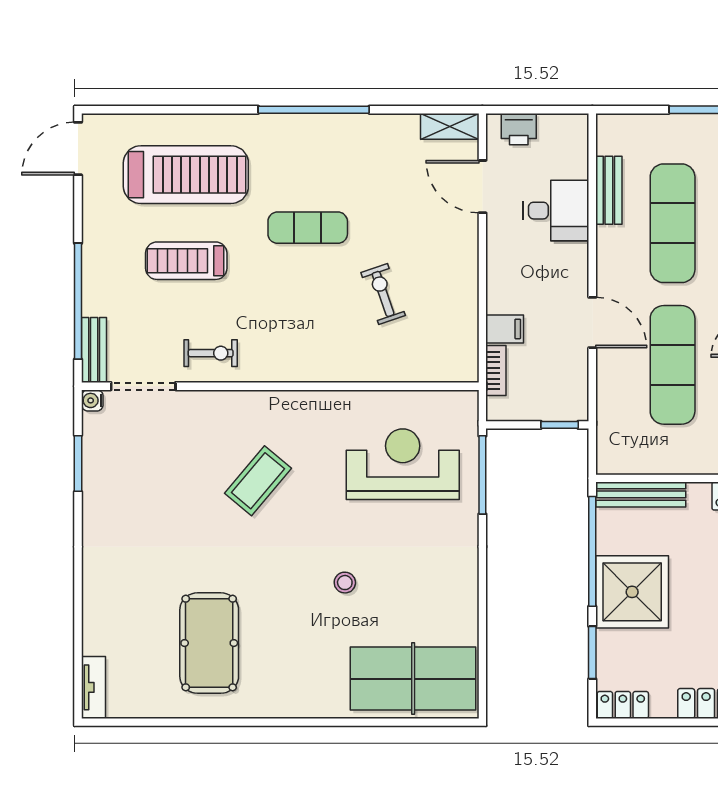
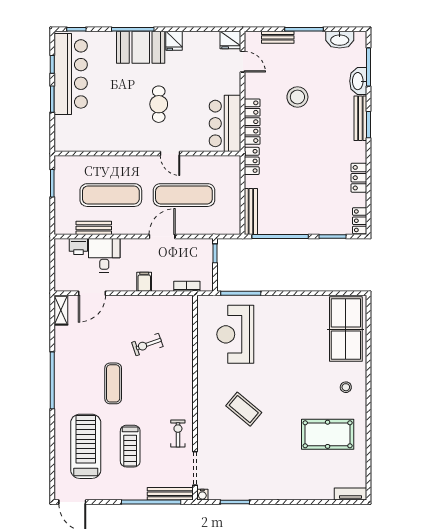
printer: (519, 129) -> (78, 246), moved, turned 90
filing cabinet: (505, 329) -> (144, 282), moved
bench: (94, 350) -> (170, 494), width x1.36
stool: (345, 583) -> (346, 387), moved
shower: (632, 592) -> (301, 216), removed

